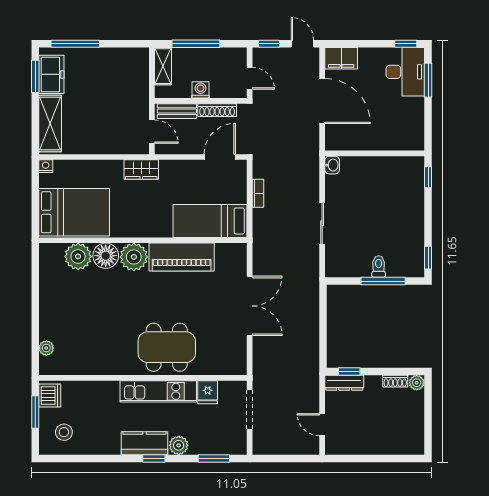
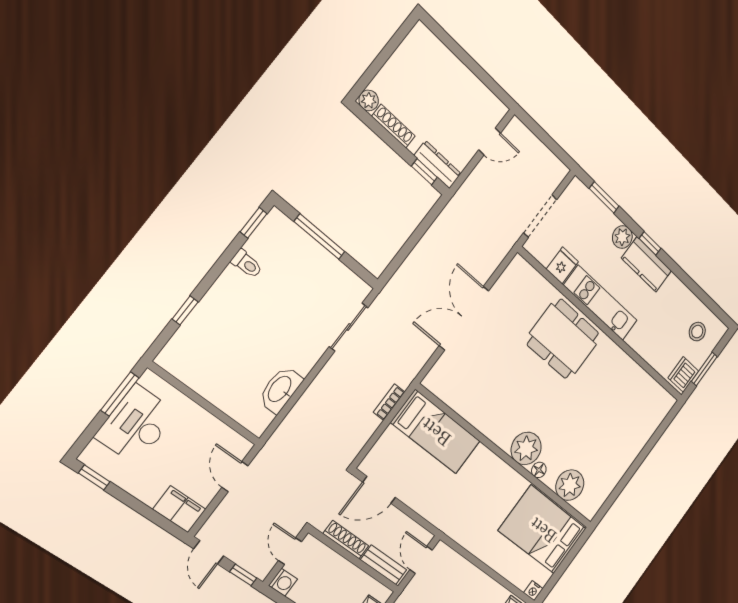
desk: (405, 72) -> (136, 425), moved
window: (428, 80) -> (120, 394), moved
washing machine: (200, 90) -> (283, 582), moved, turned -90
door: (322, 101) -> (235, 477), width x0.53
wall: (375, 153) -> (205, 404), moved
washbasin: (332, 165) -> (280, 389), width x1.91, depth x1.45
wardrobe: (141, 170) -> (458, 529), removed
bookcase: (258, 193) -> (389, 402), moved
sliding door: (322, 223) -> (349, 327), moved
floor lamp: (106, 256) -> (539, 470), width x0.53, depth x0.53
piano: (182, 257) -> (487, 416), removed
toilet: (379, 266) -> (247, 264), moved, turned -90
plant: (46, 348) -> (655, 420), removed
shoe rack: (395, 381) -> (393, 126), width x1.43
door: (322, 425) -> (490, 142), hinge flipped

